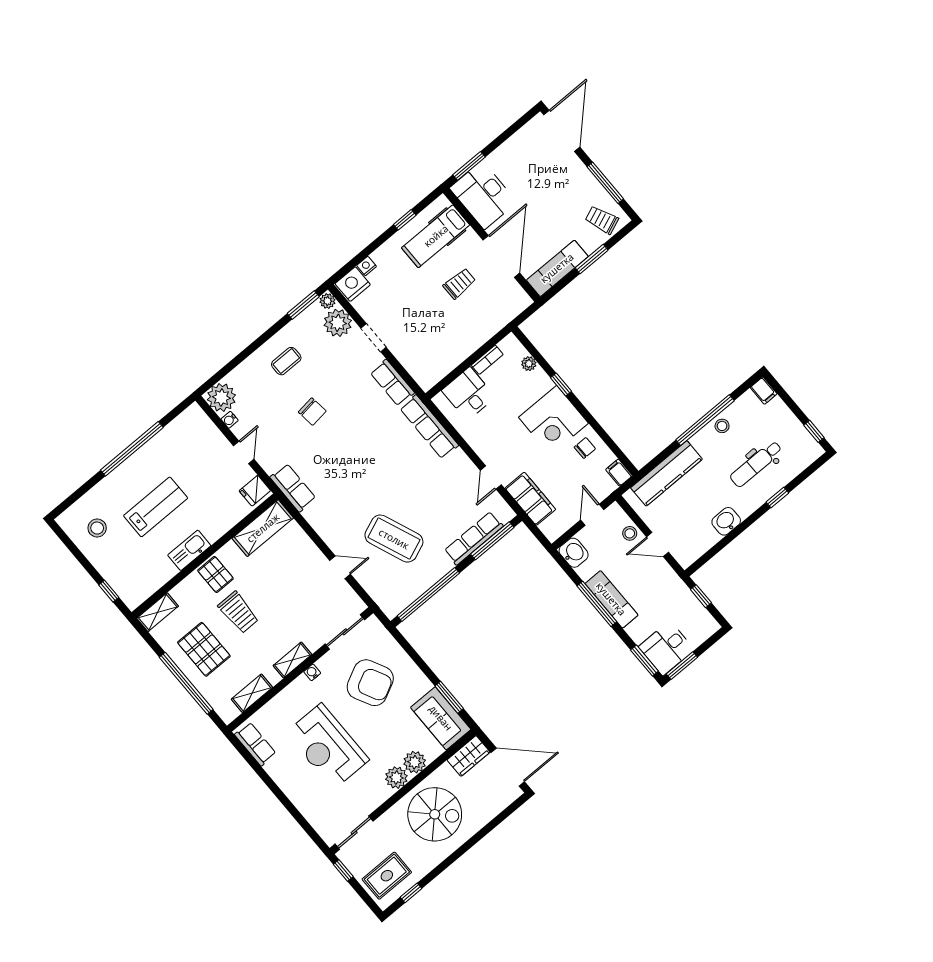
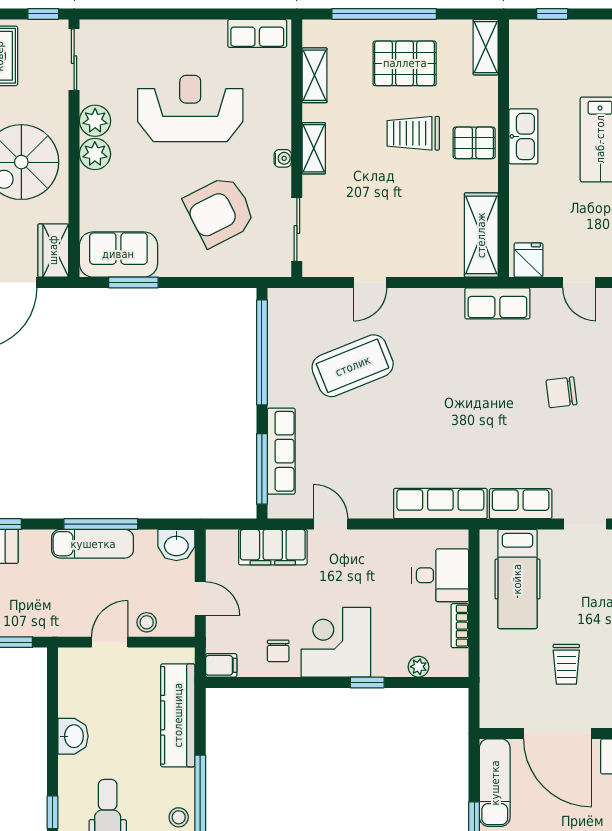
hospital bed: (435, 350) -> (517, 579), added
plant: (415, 762) -> (95, 121), moved

